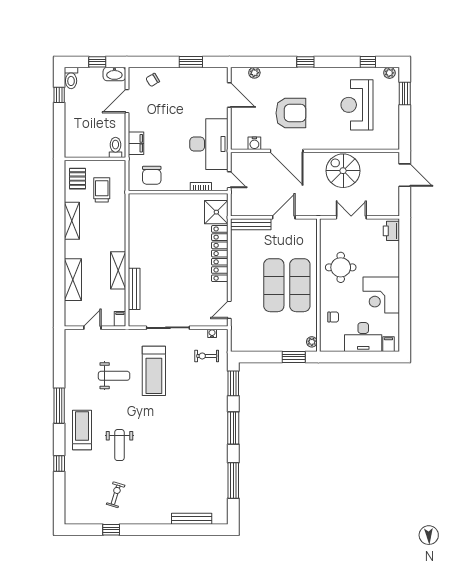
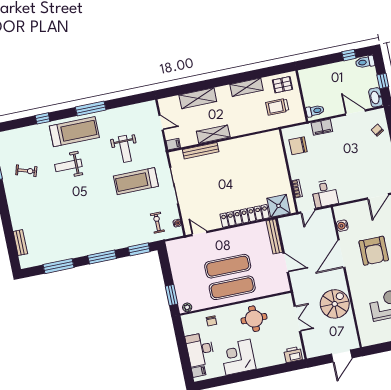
desk: (209, 144) -> (325, 194), width x0.53, depth x0.77
trolley: (102, 190) -> (277, 107), turned 180
treadmill: (82, 430) -> (74, 132), width x1.37, depth x1.38
bench: (192, 519) -> (20, 243), width x0.73

